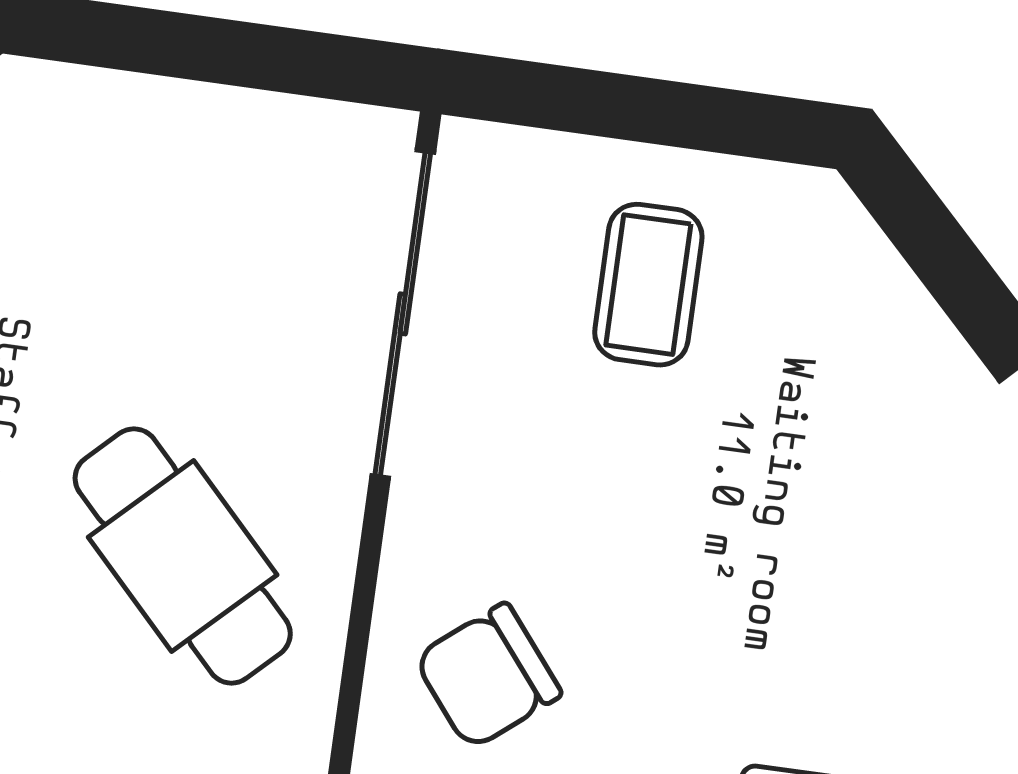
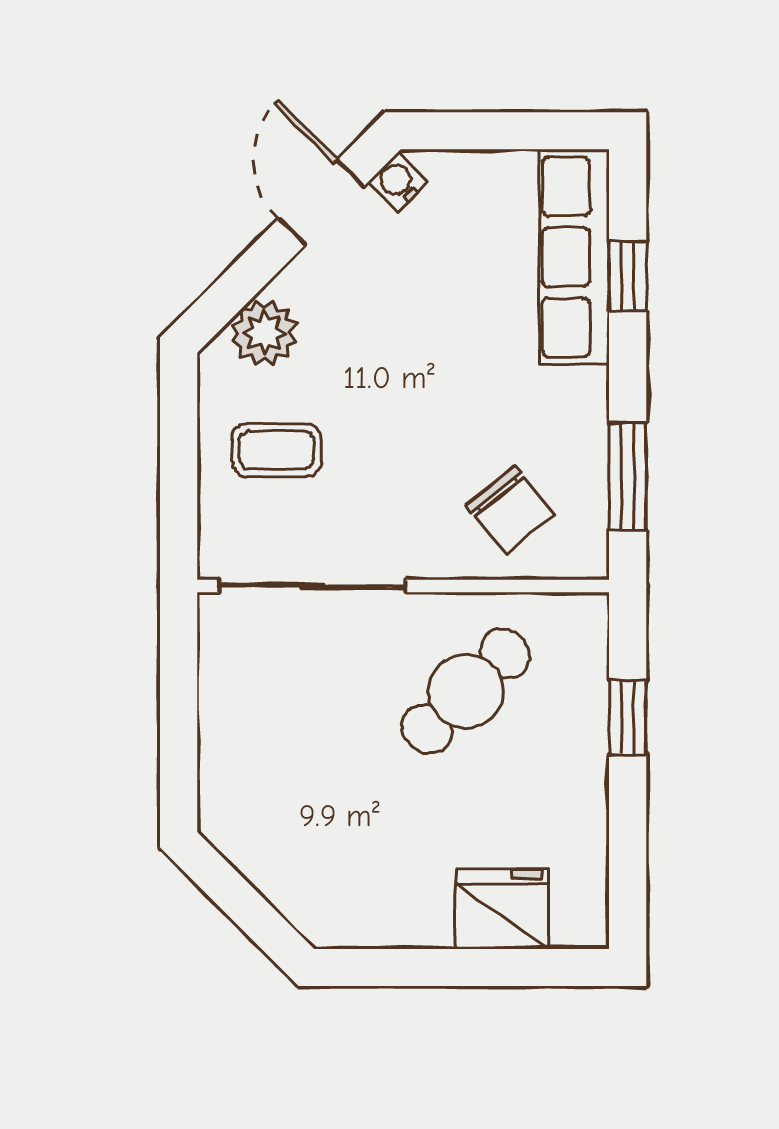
plant: (855, 291) -> (264, 333), added

